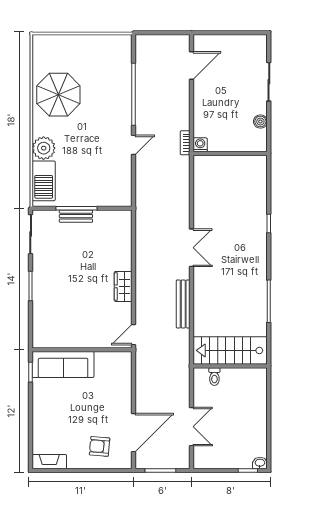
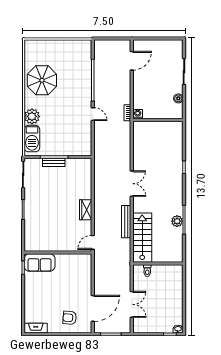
door: (134, 145) -> (93, 114), hinge flipped
plant: (259, 303) -> (177, 221), added
stairs: (230, 350) -> (142, 238), moved, turned 90
sofa: (63, 365) -> (40, 263), width x0.73

